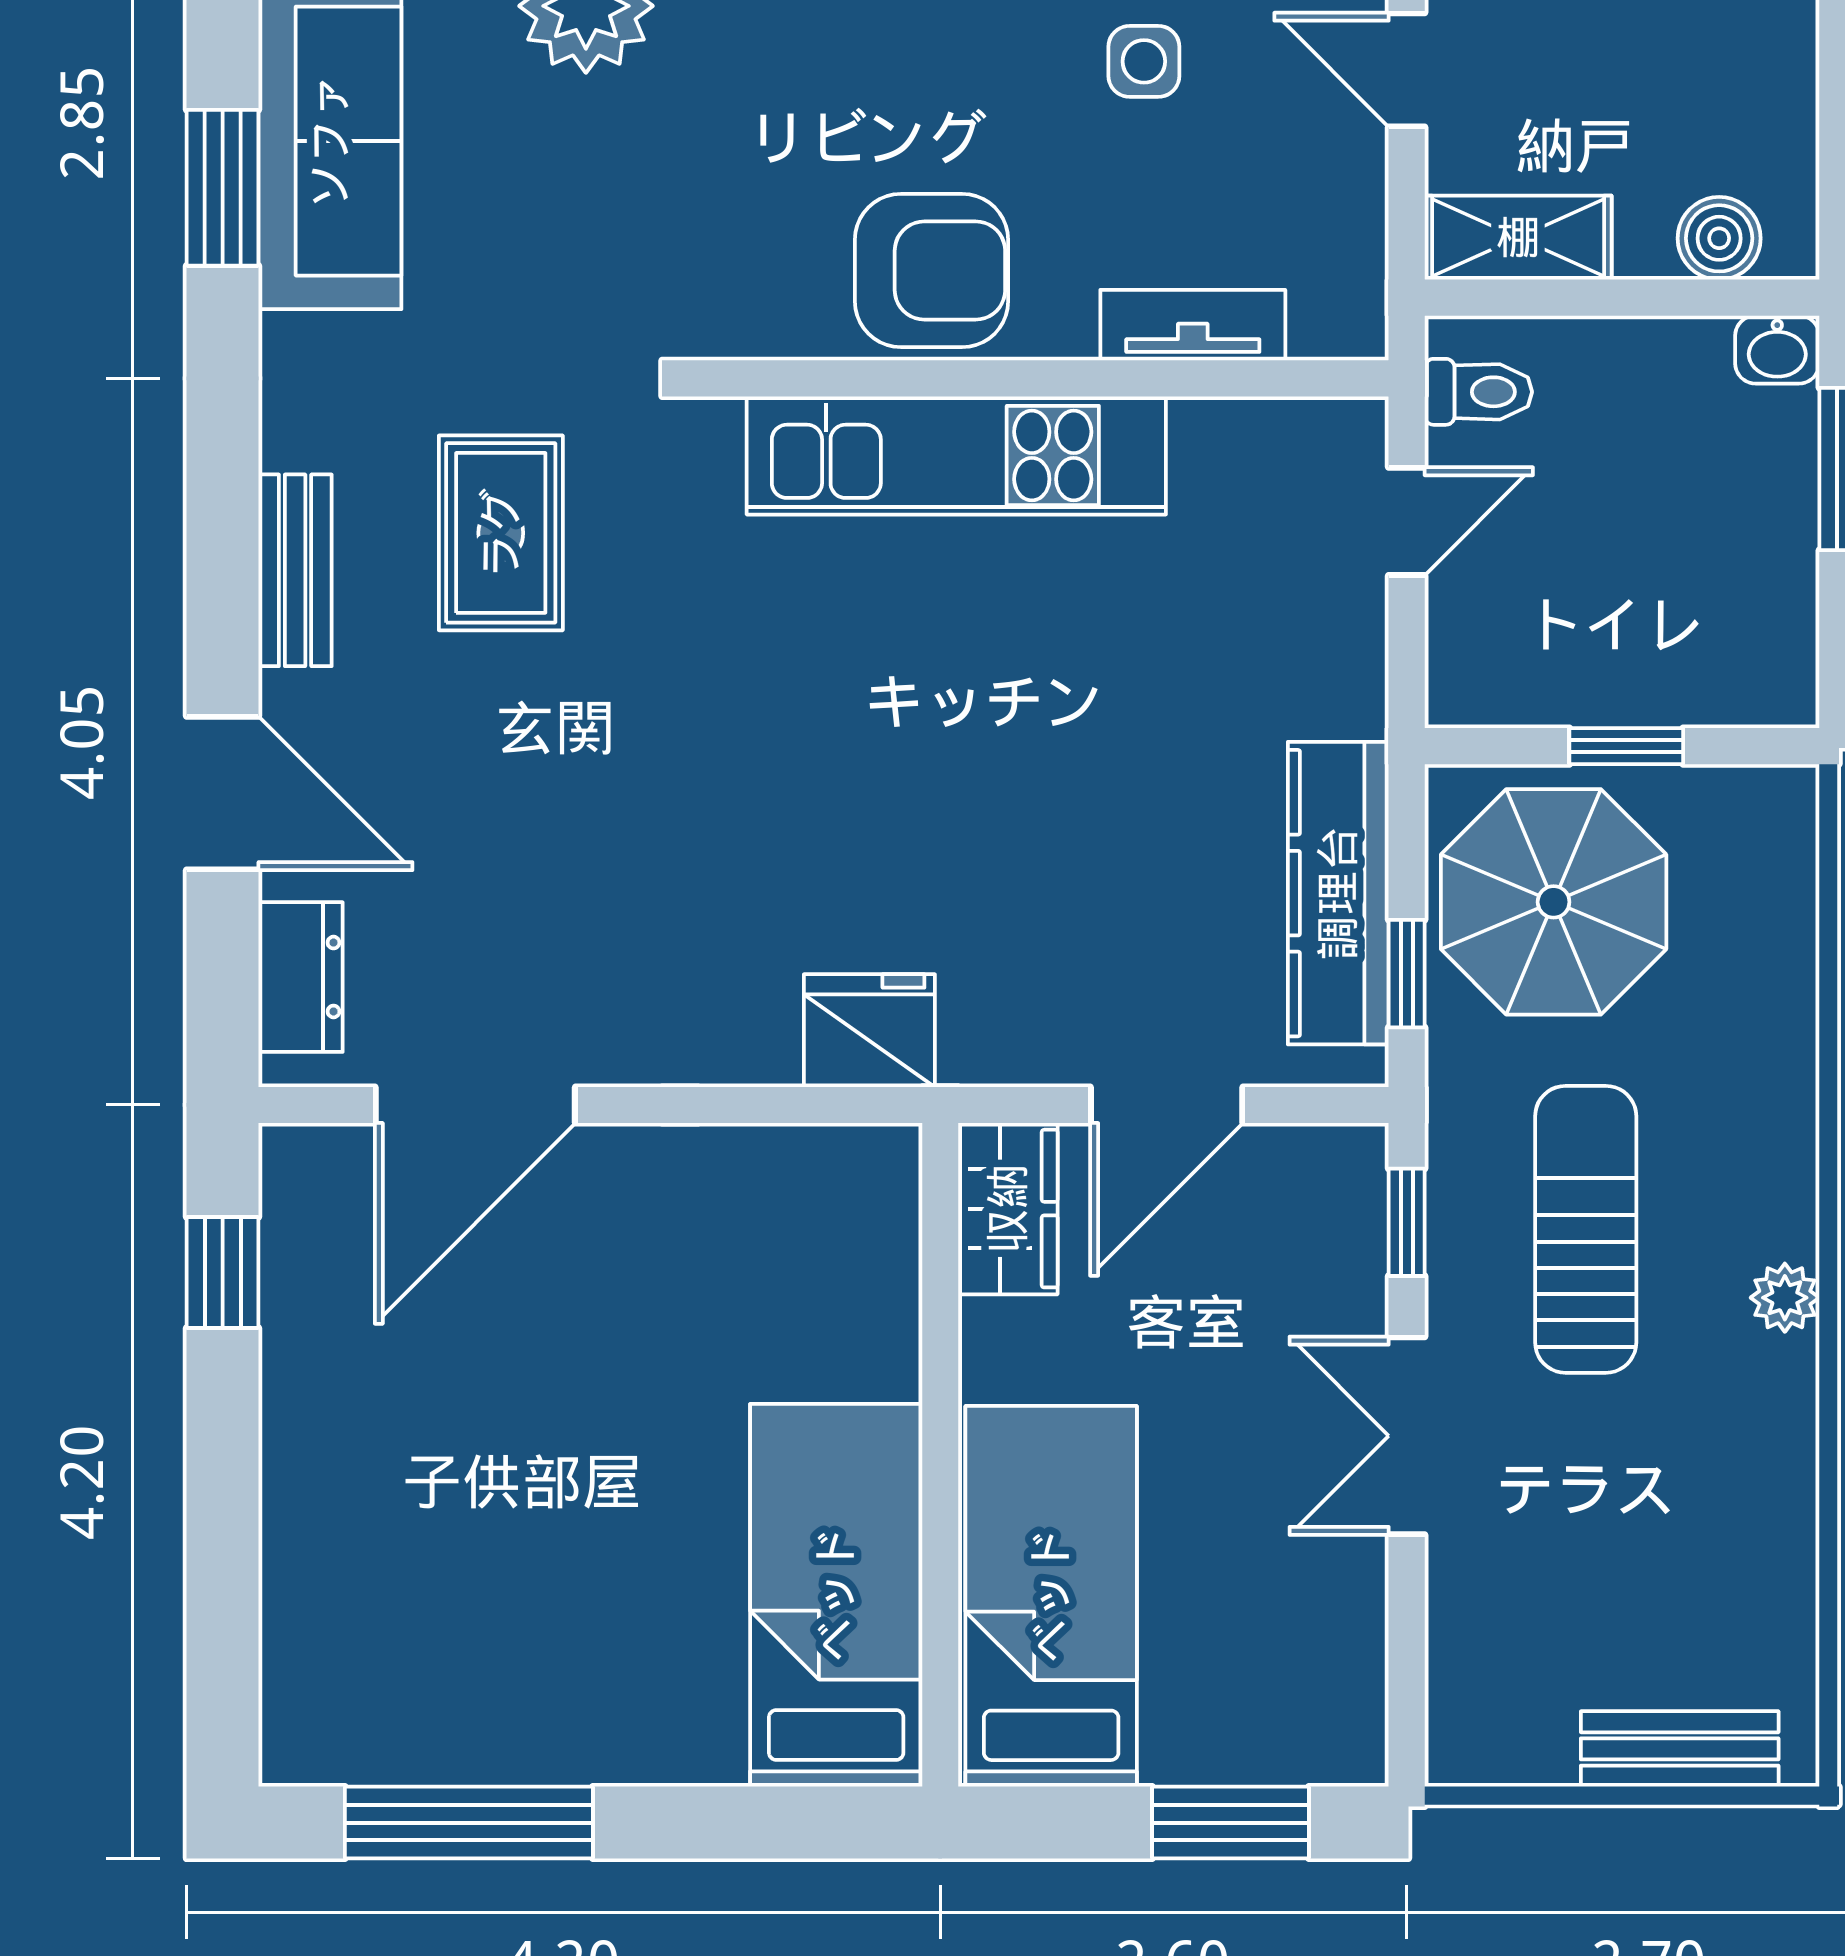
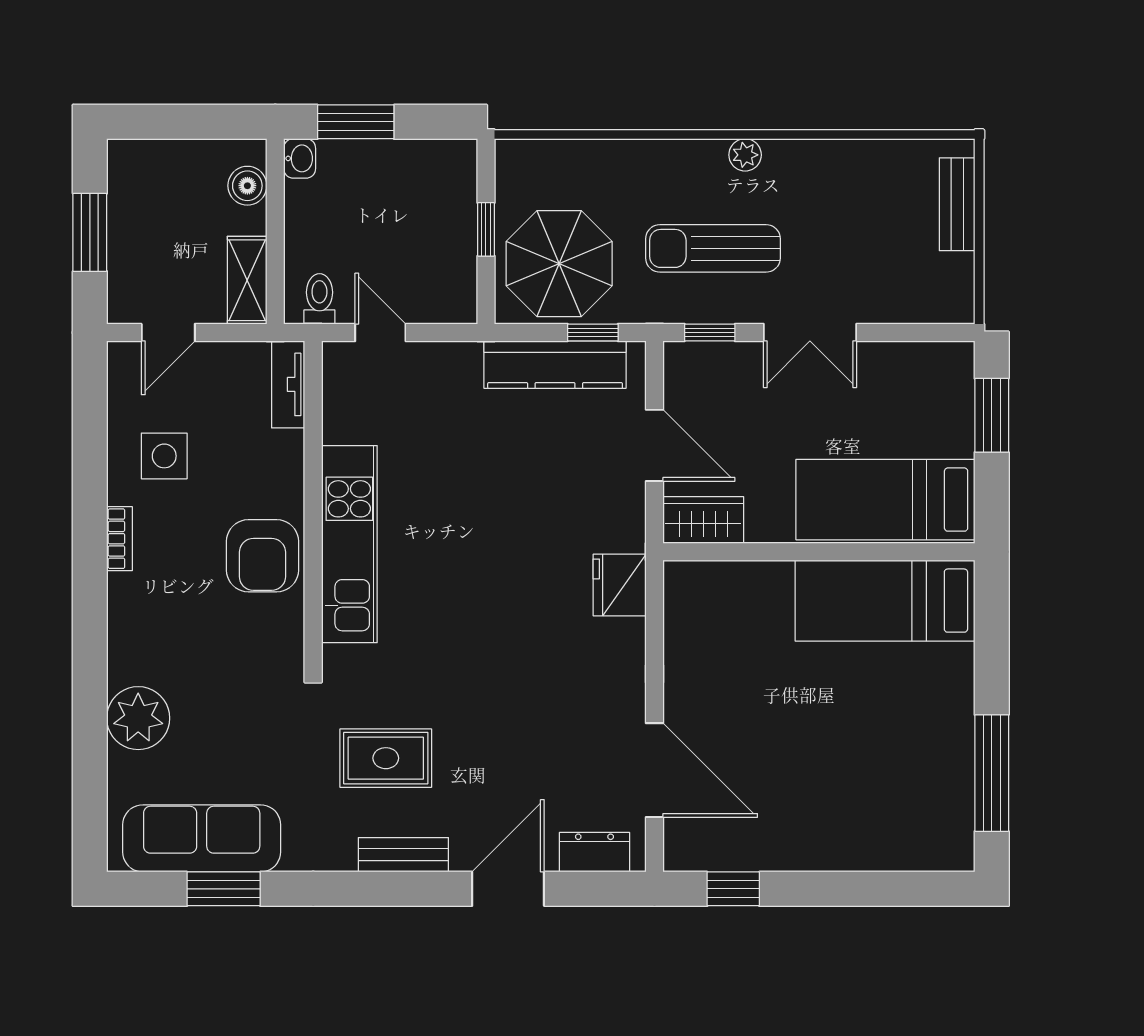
side table: (1144, 61) -> (164, 456), width x1.37, depth x1.37
armchair: (932, 270) -> (262, 556), turned 180
tv unit: (1193, 325) -> (288, 384), moved

